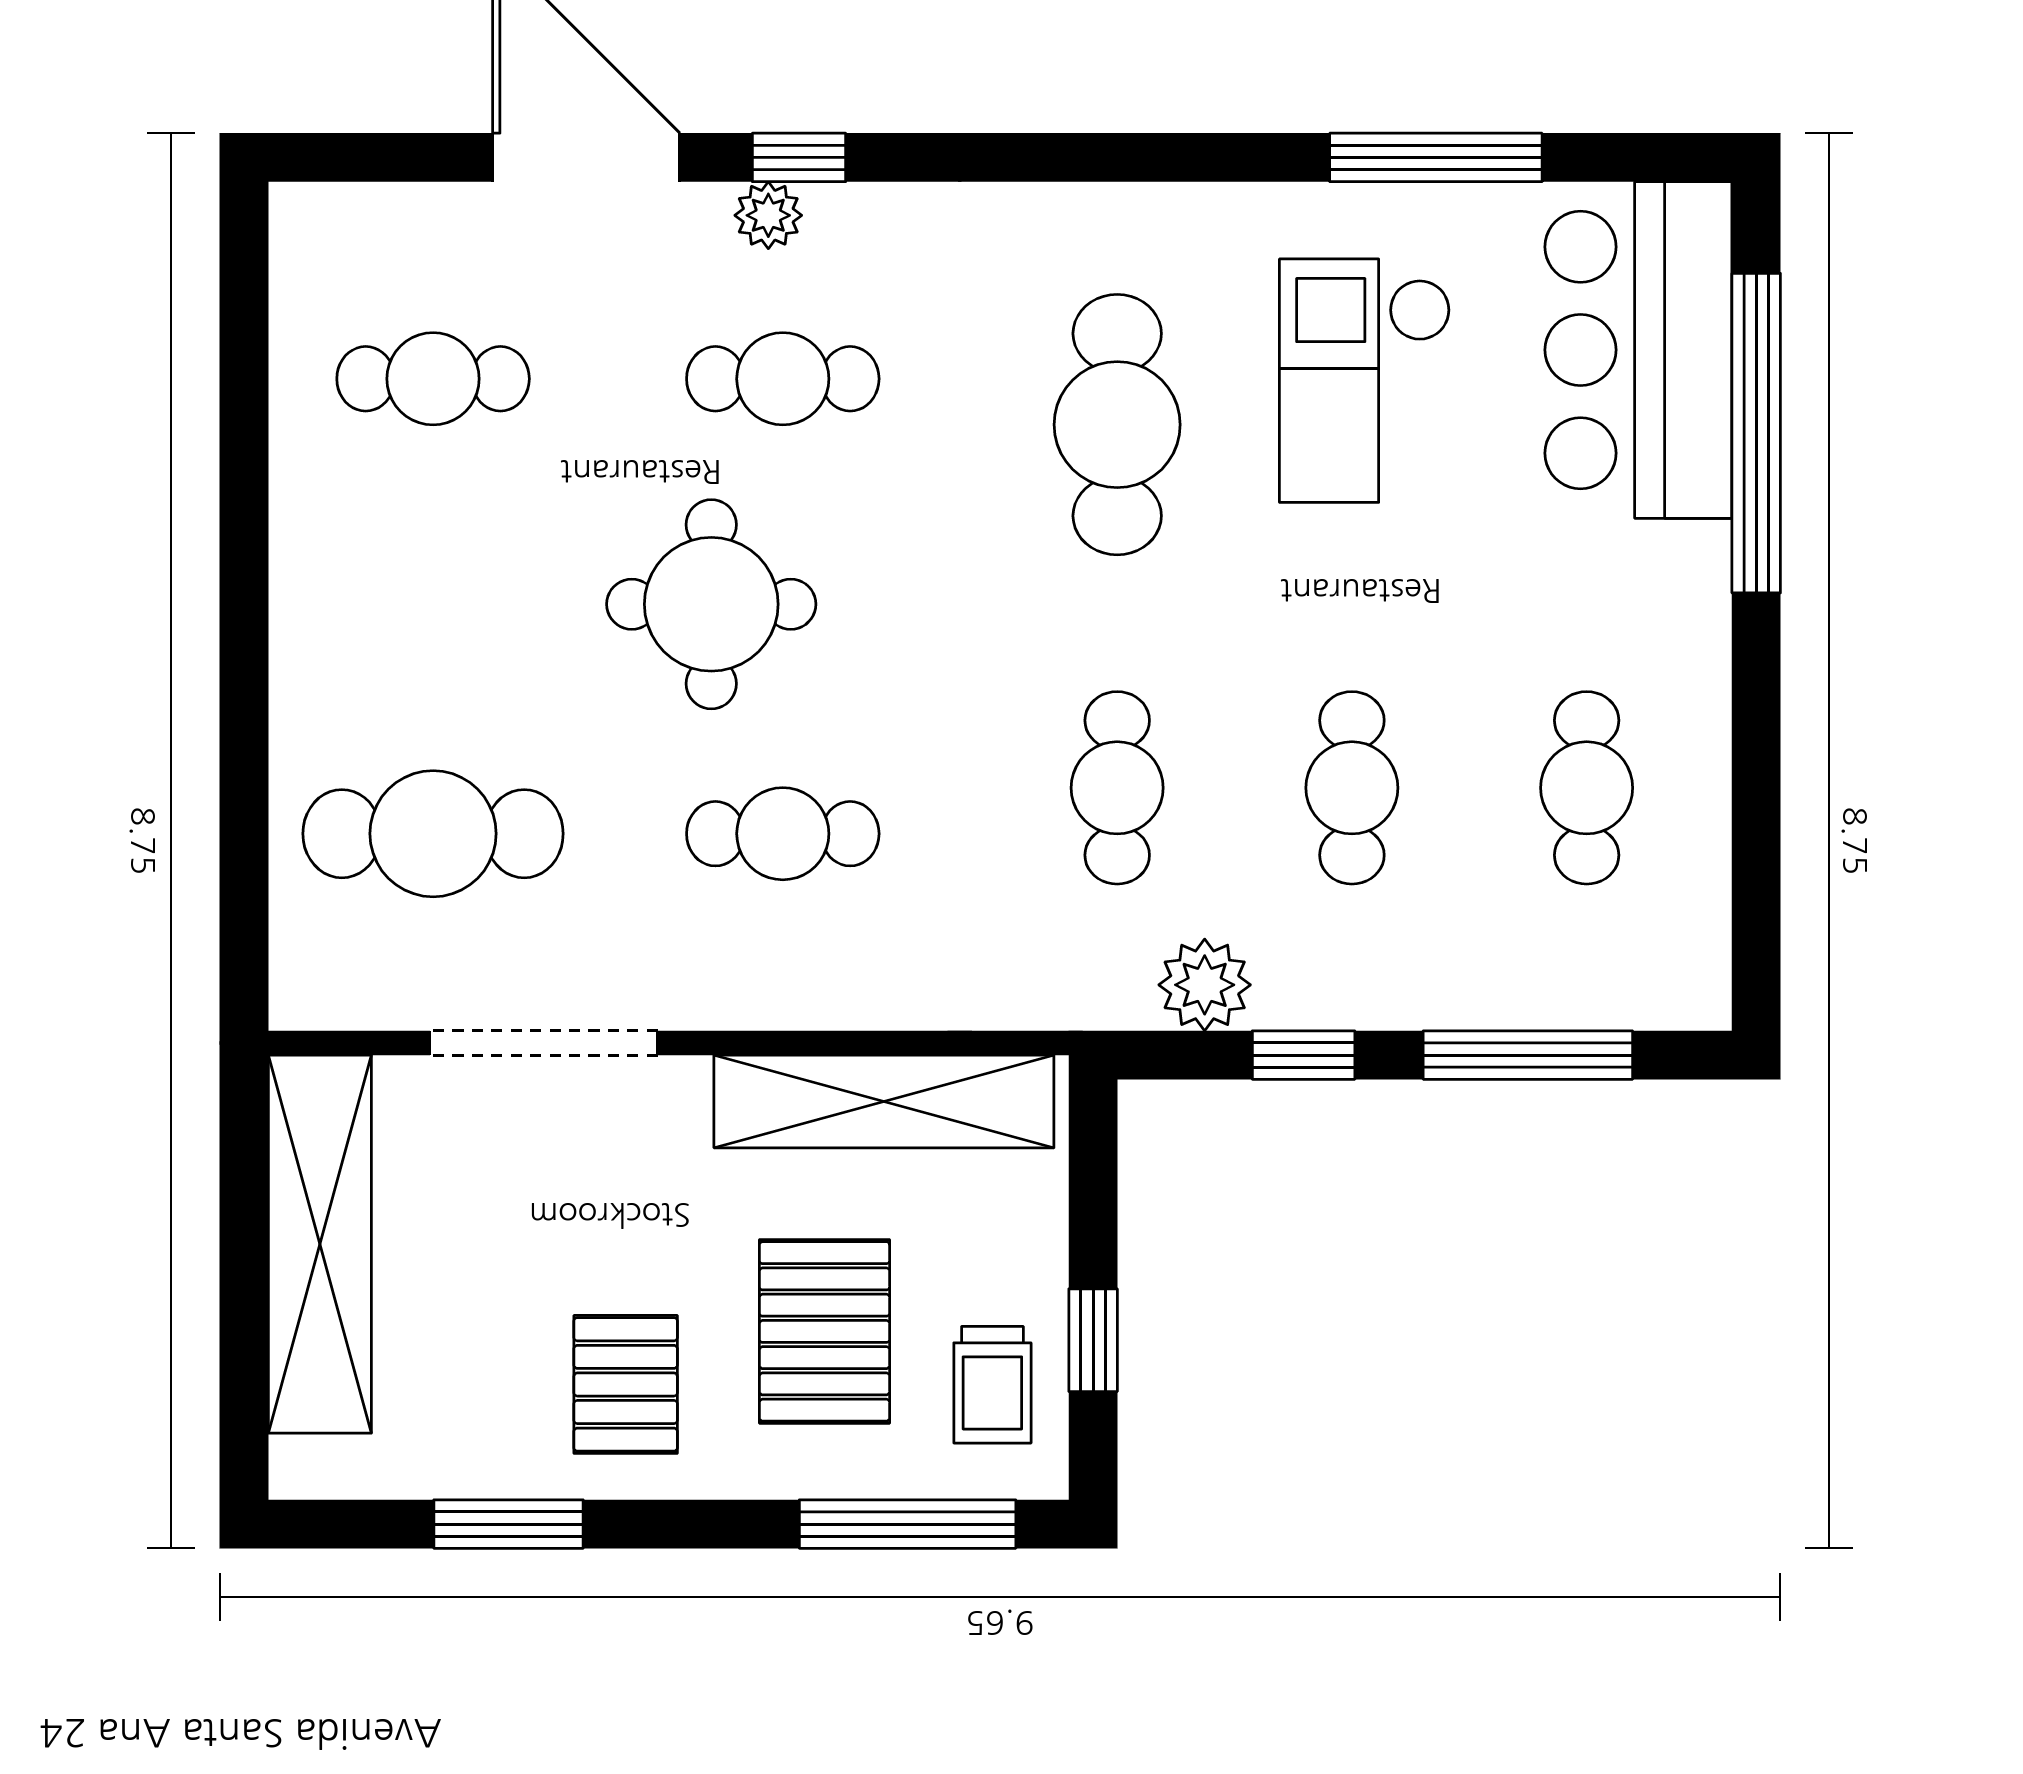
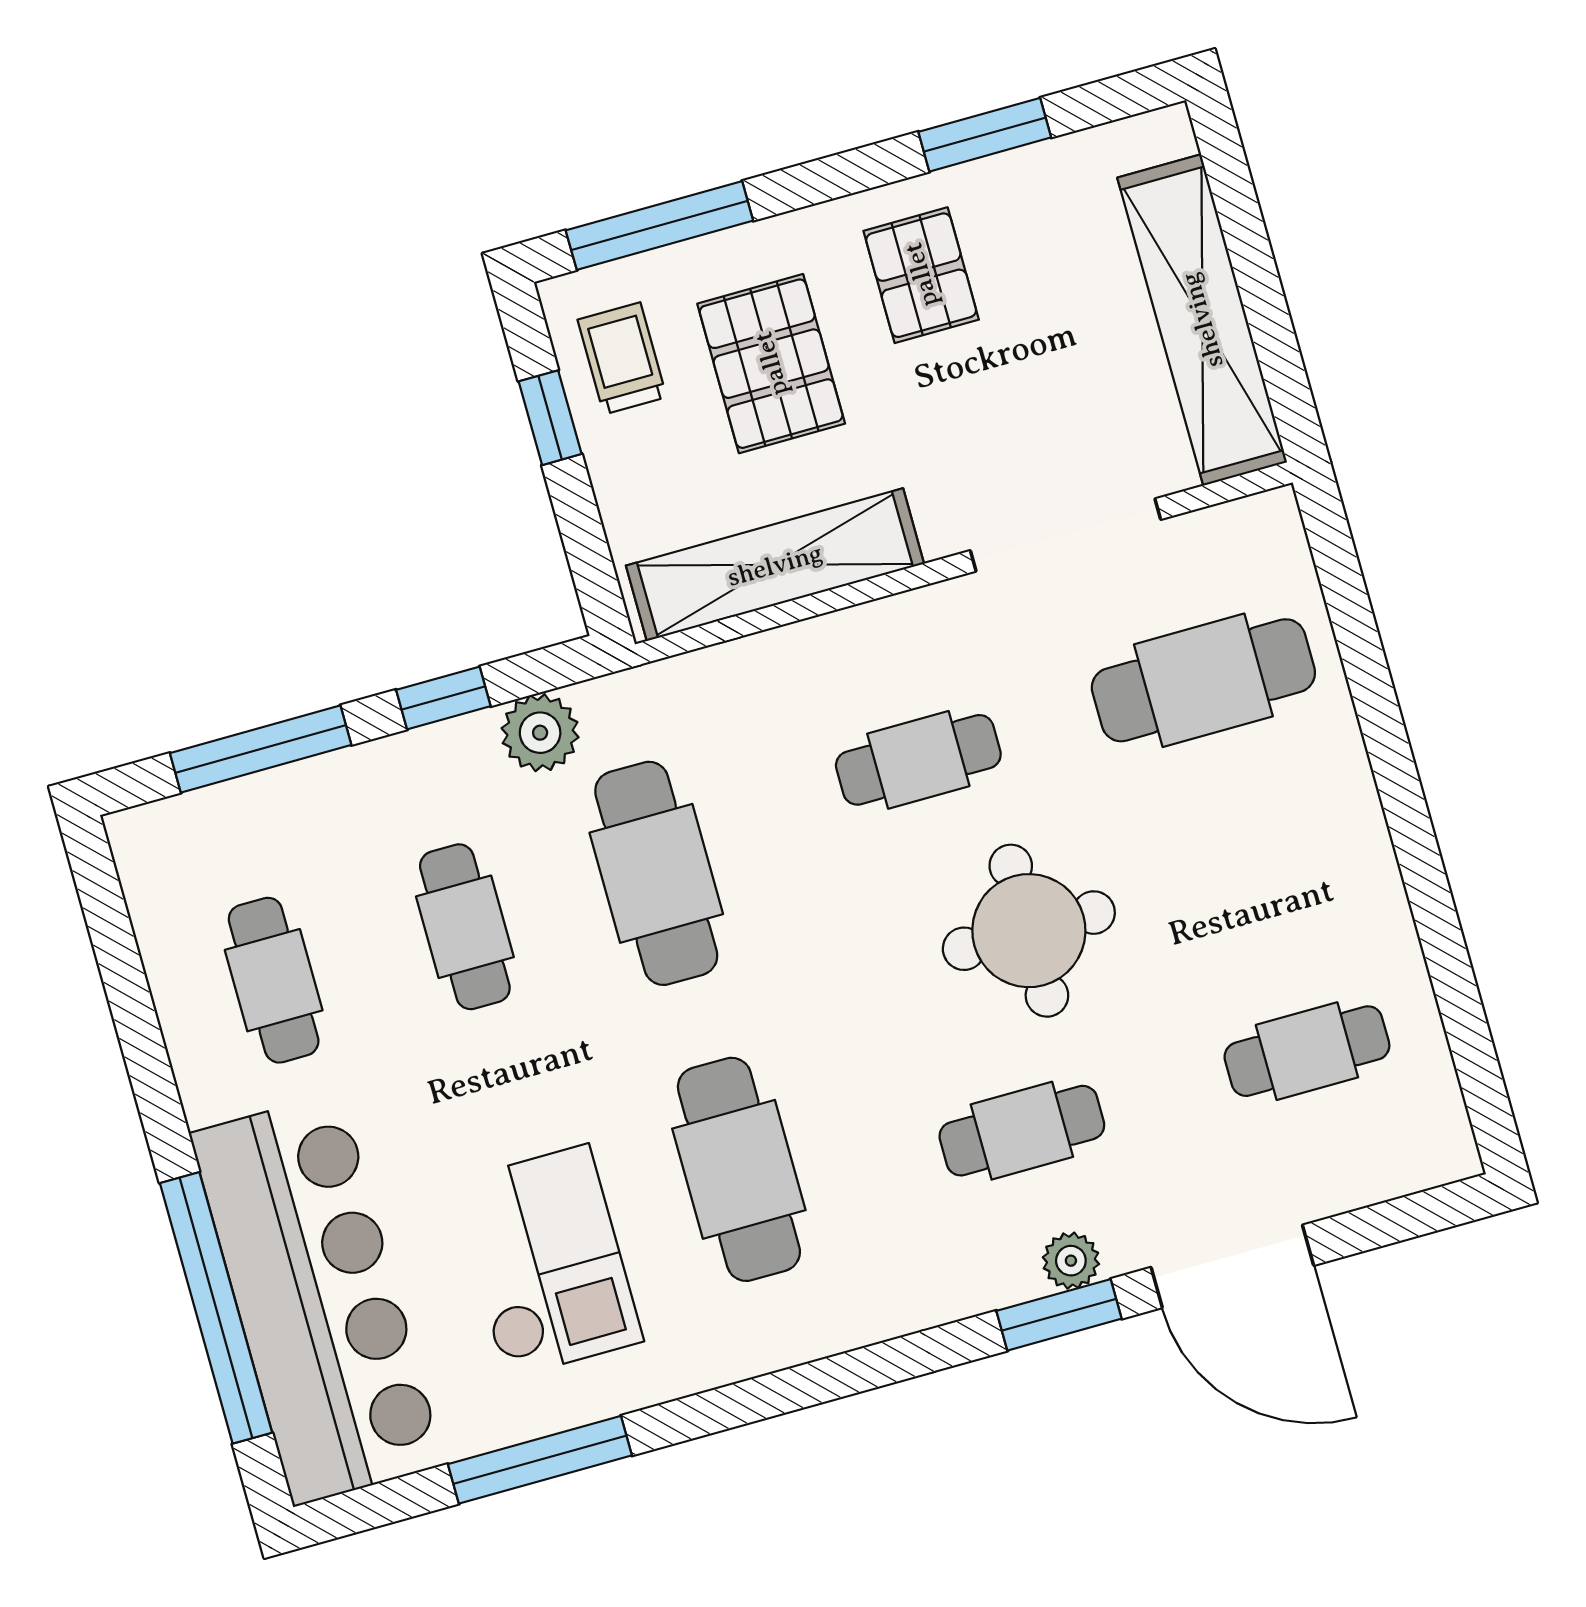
window: (799, 157) -> (1059, 1315), width x1.50
bar counter: (1638, 350) -> (317, 1299), width x1.36
cafe table: (1117, 788) -> (656, 873), width x1.37, depth x1.35

